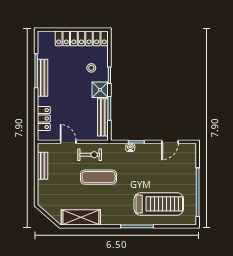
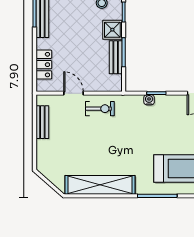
bench: (103, 117) -> (116, 57), width x0.73
exercise mat: (99, 177) -> (110, 136), removed
shelving: (81, 217) -> (100, 185), width x1.47

